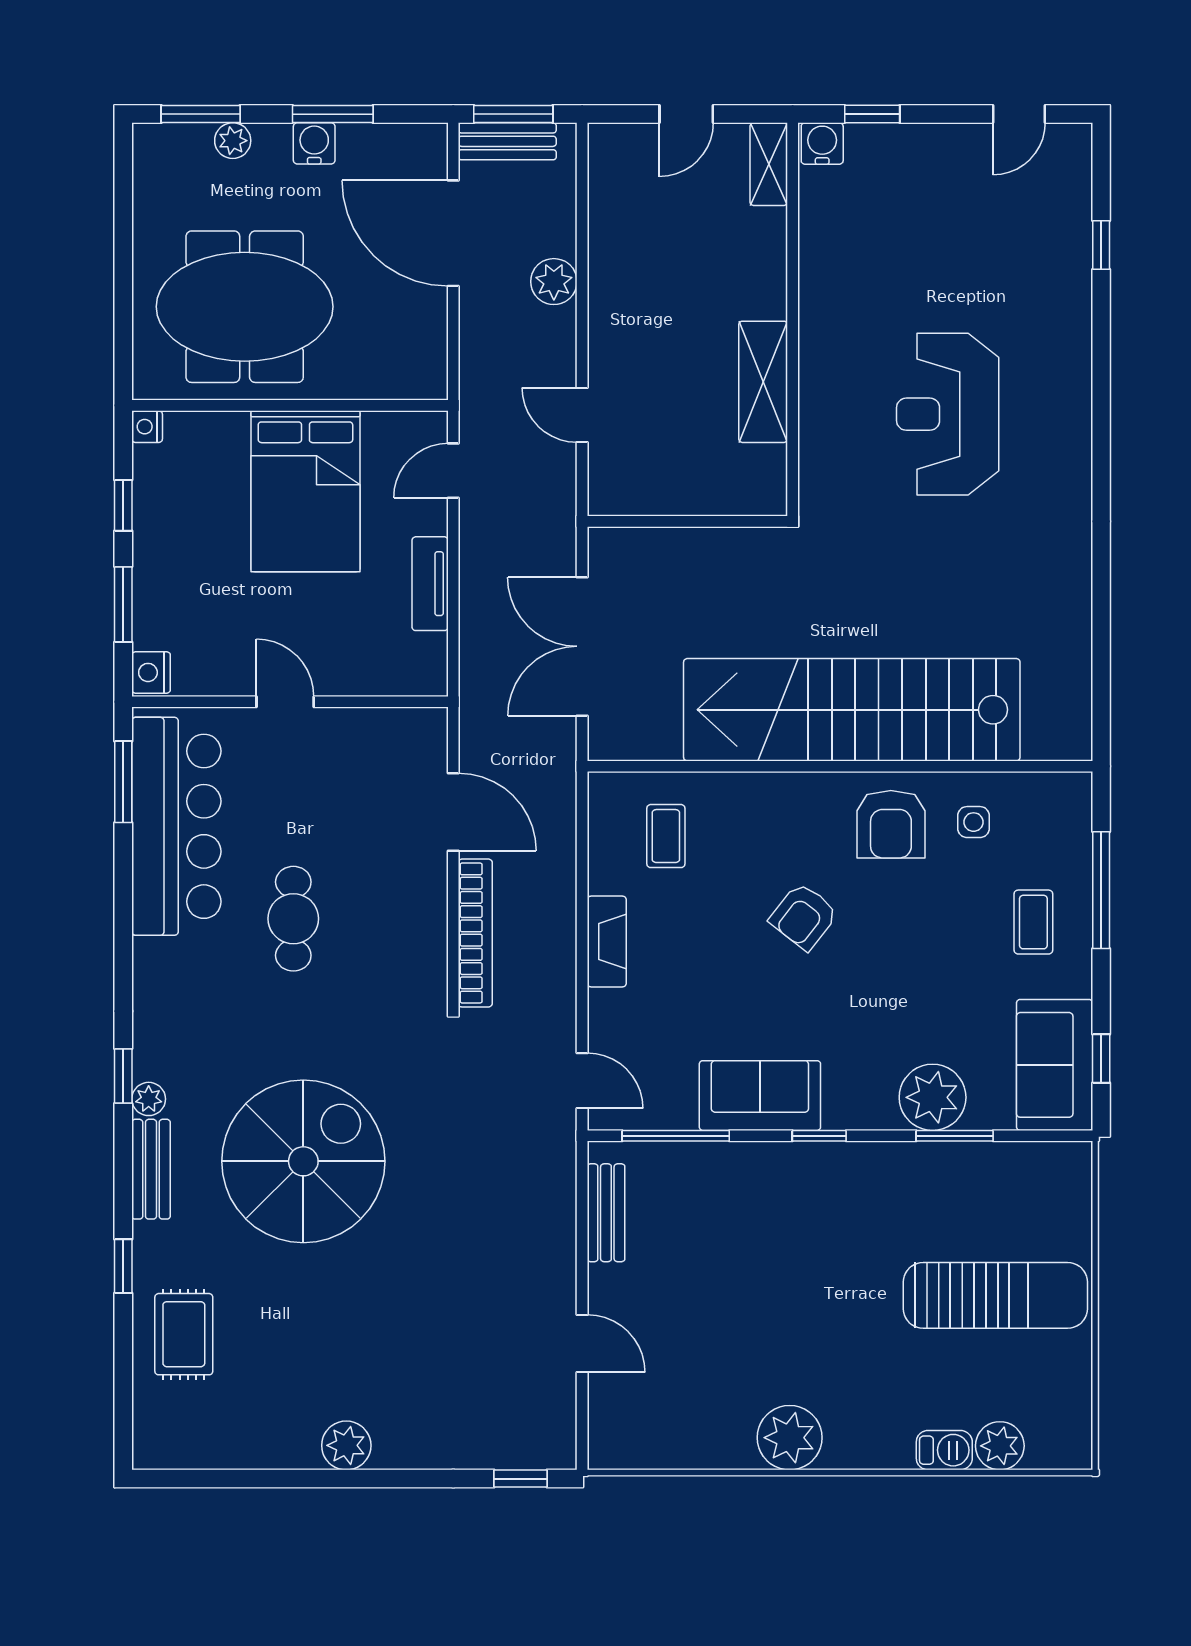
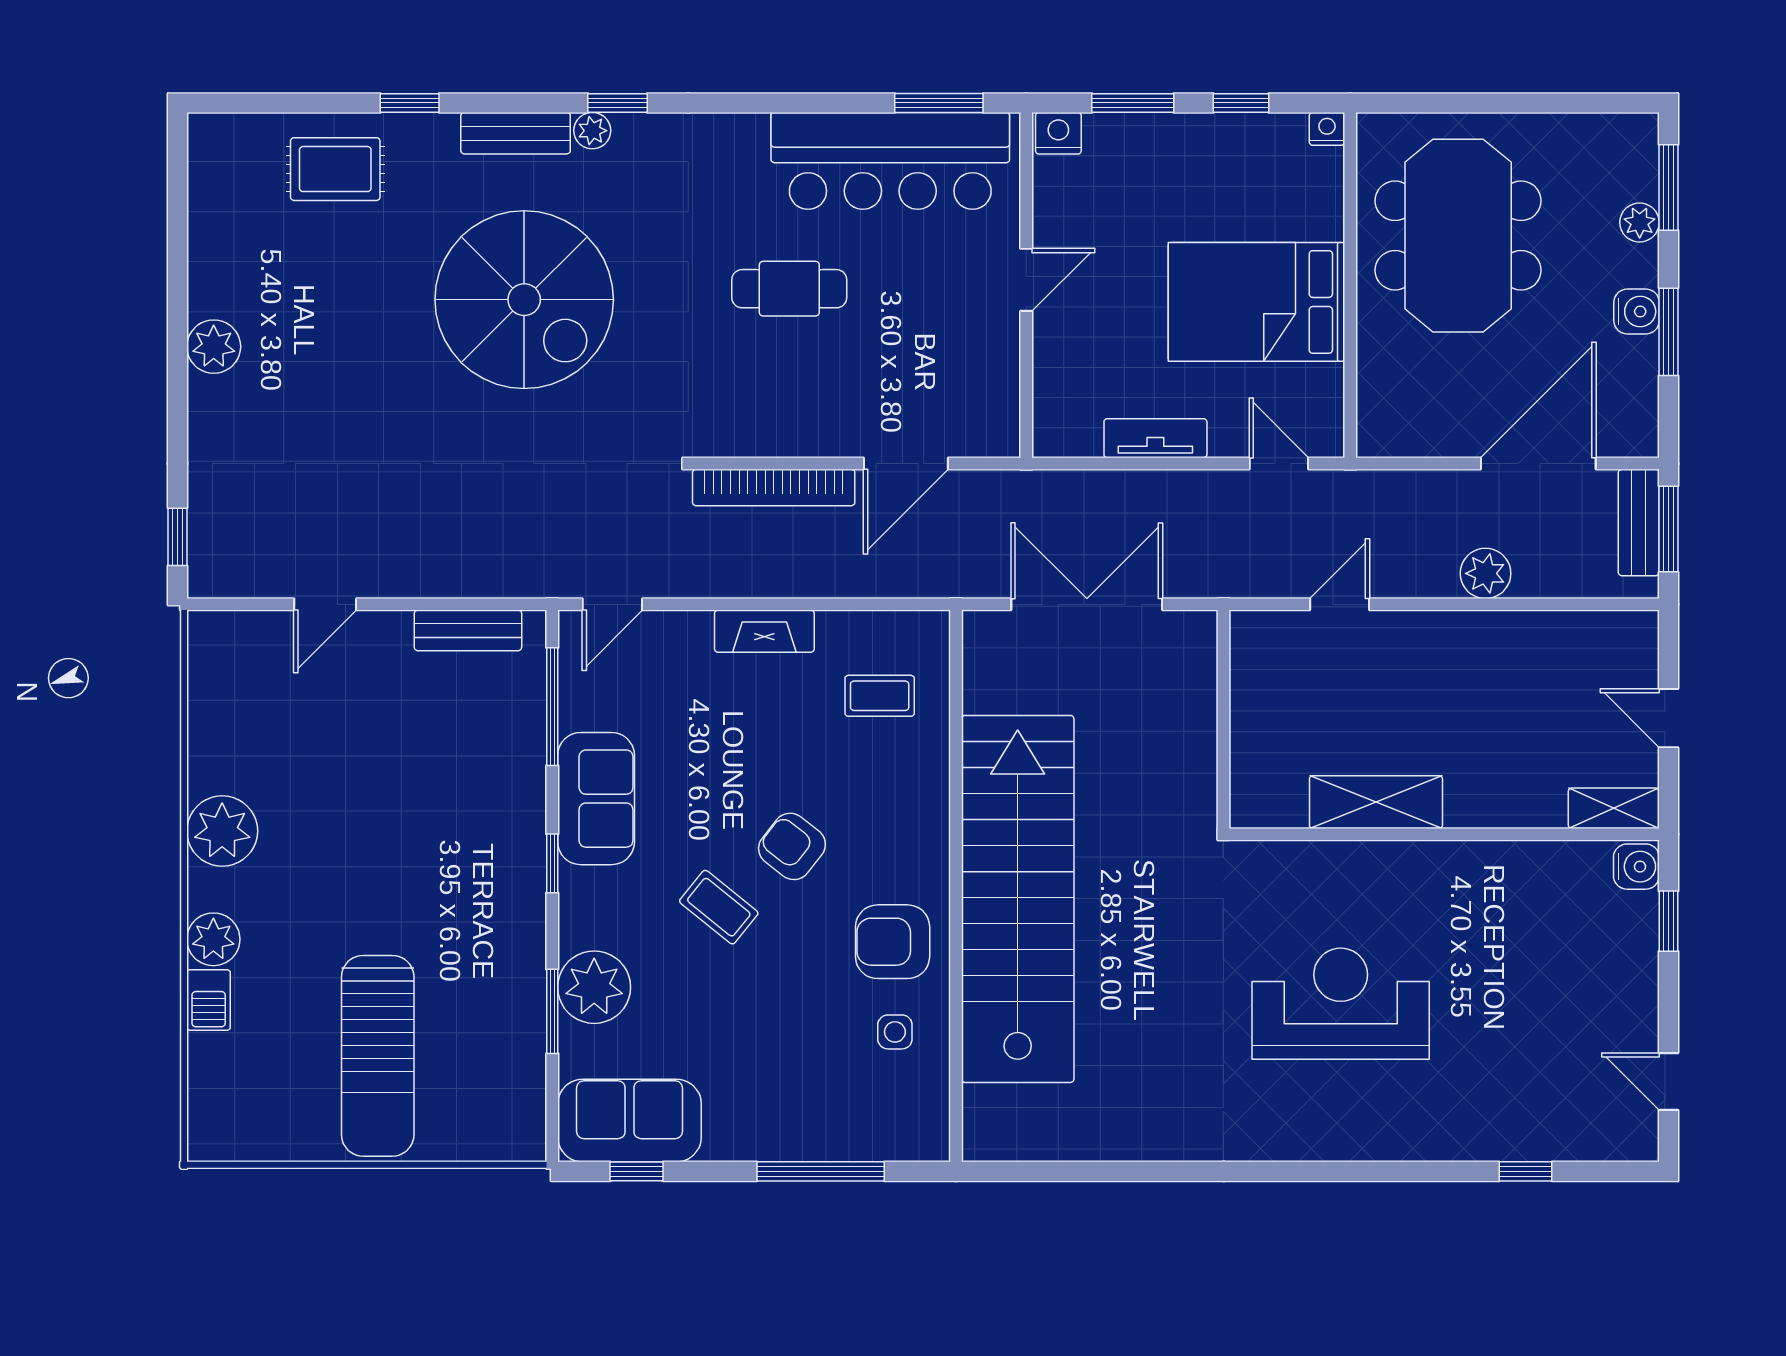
coffee table: (1033, 922) -> (719, 907), moved, turned 39
plant: (1000, 1446) -> (213, 939), moved

